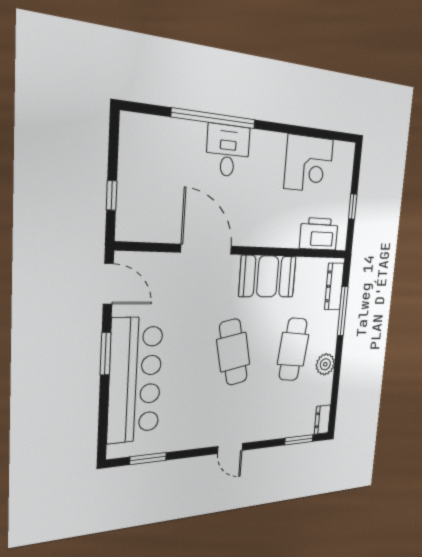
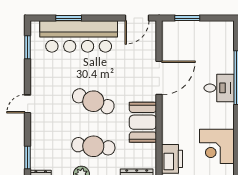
window: (112, 195) -> (187, 18), width x1.50
cafe table: (233, 352) -> (93, 101), turned 33
window: (106, 354) -> (69, 18), moved

